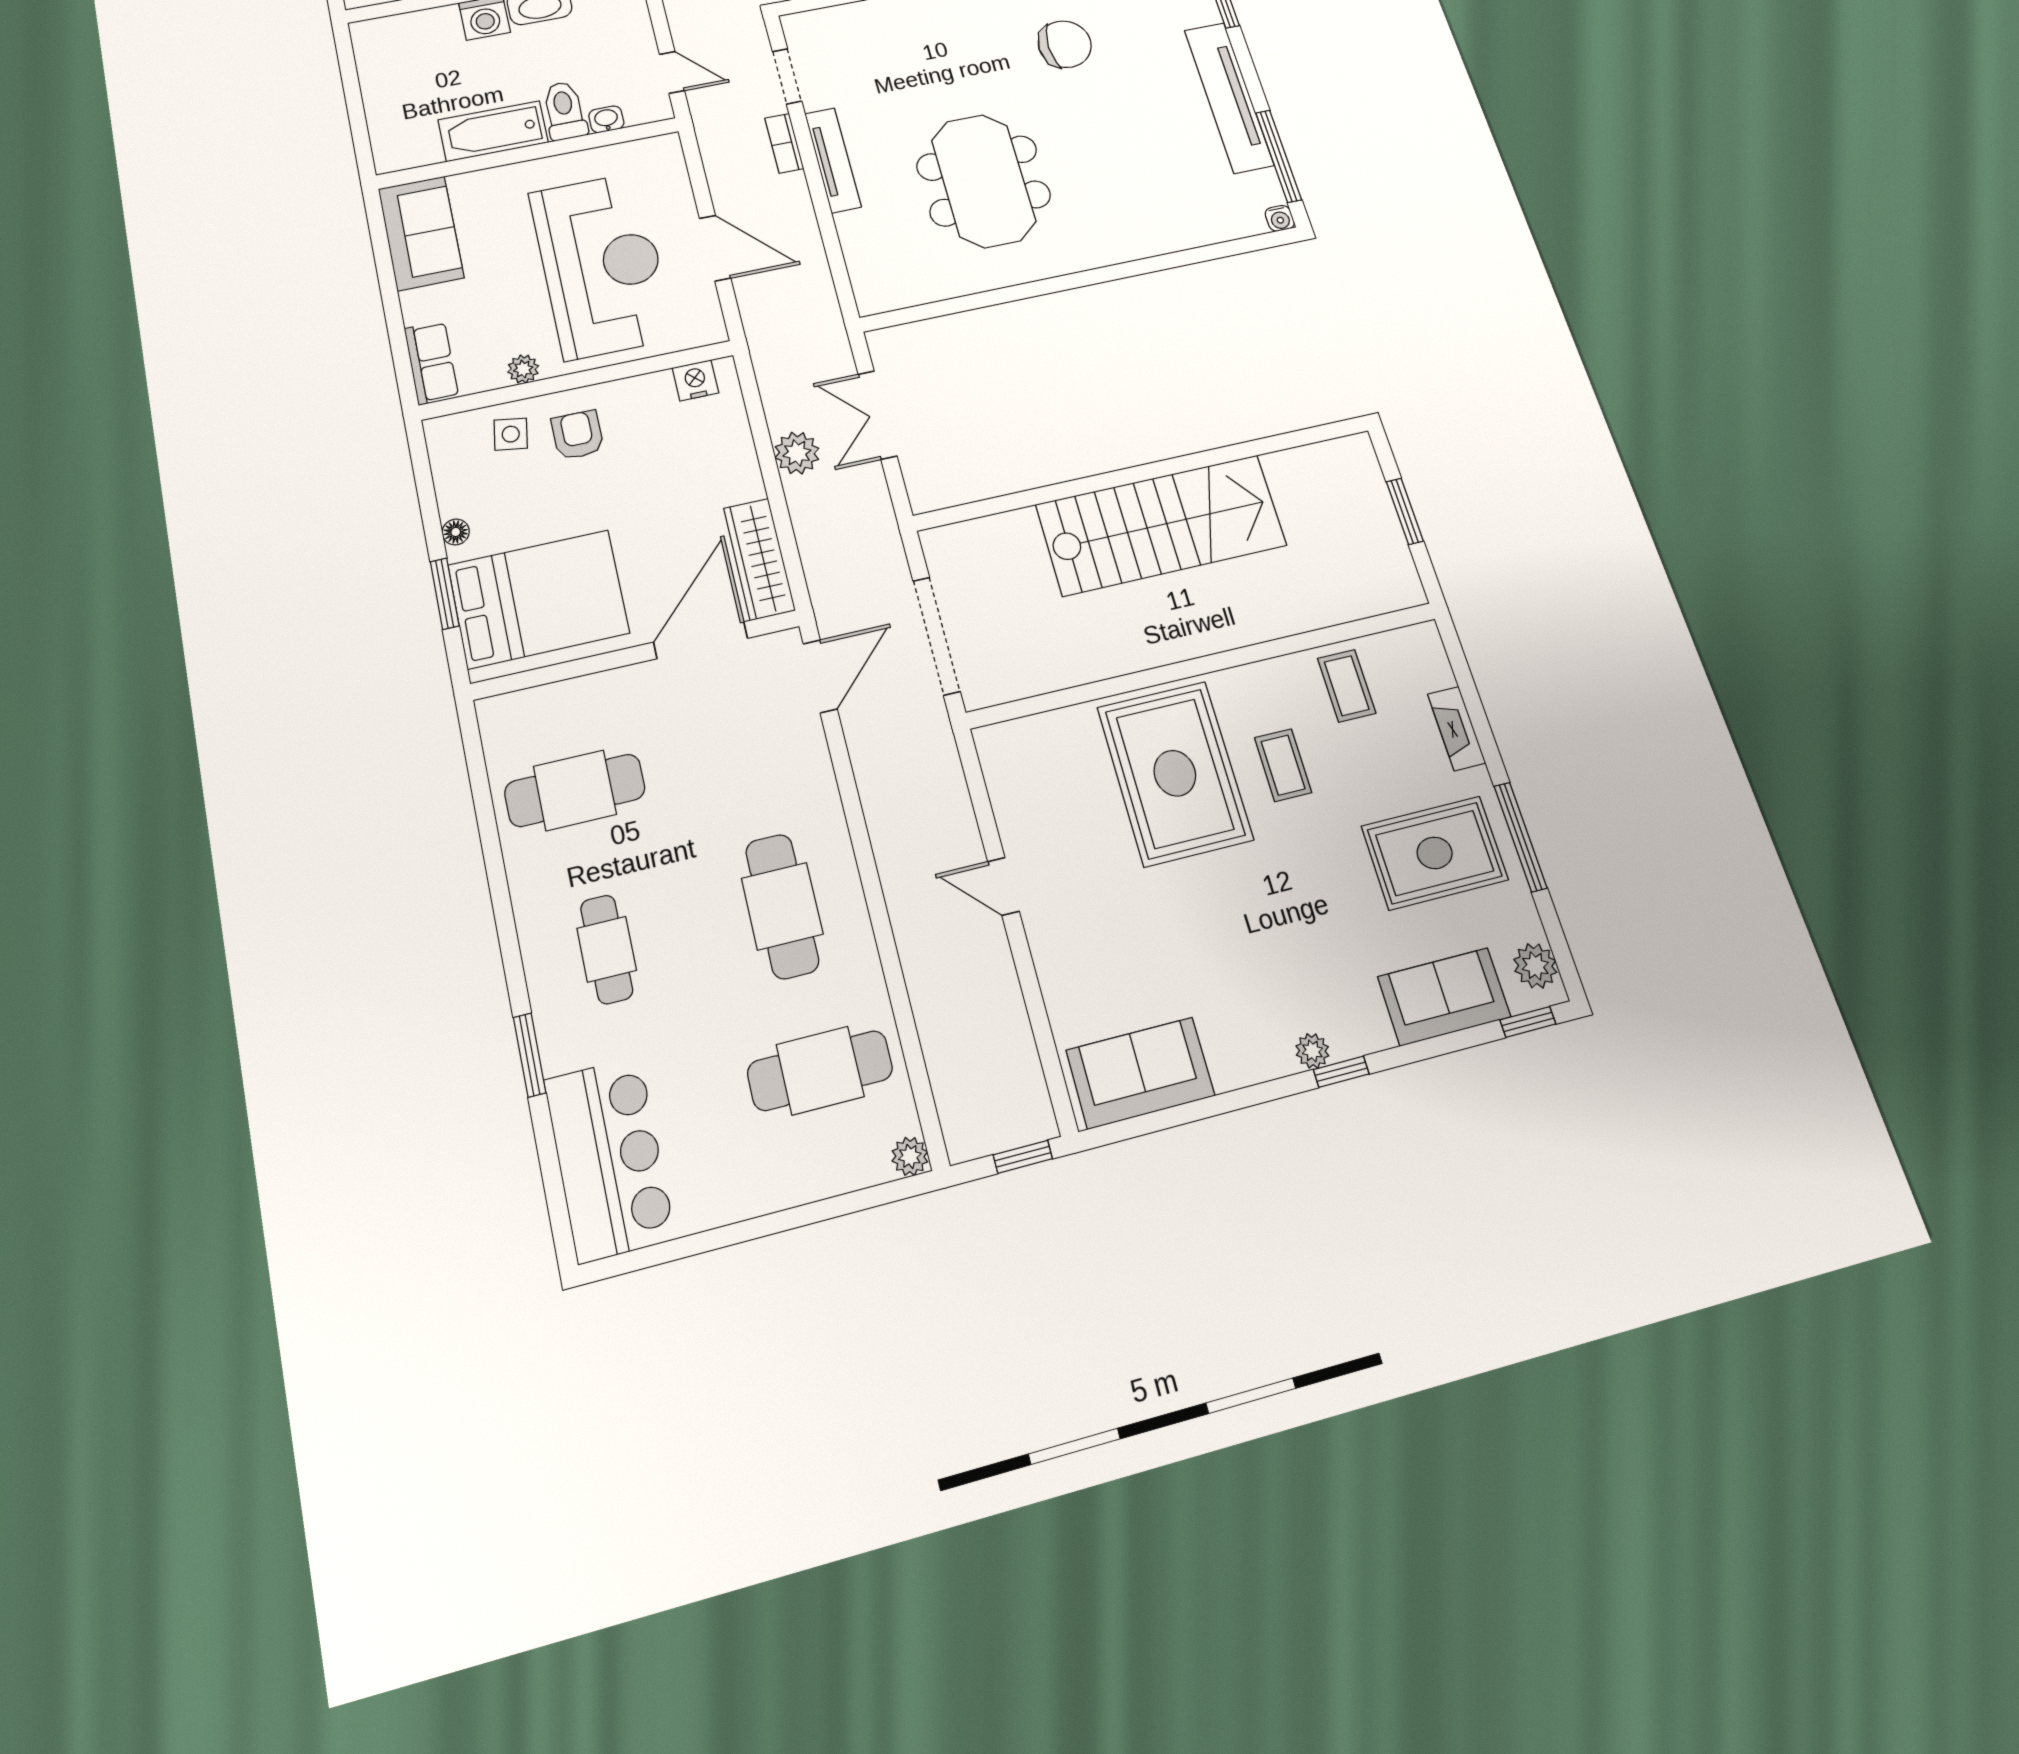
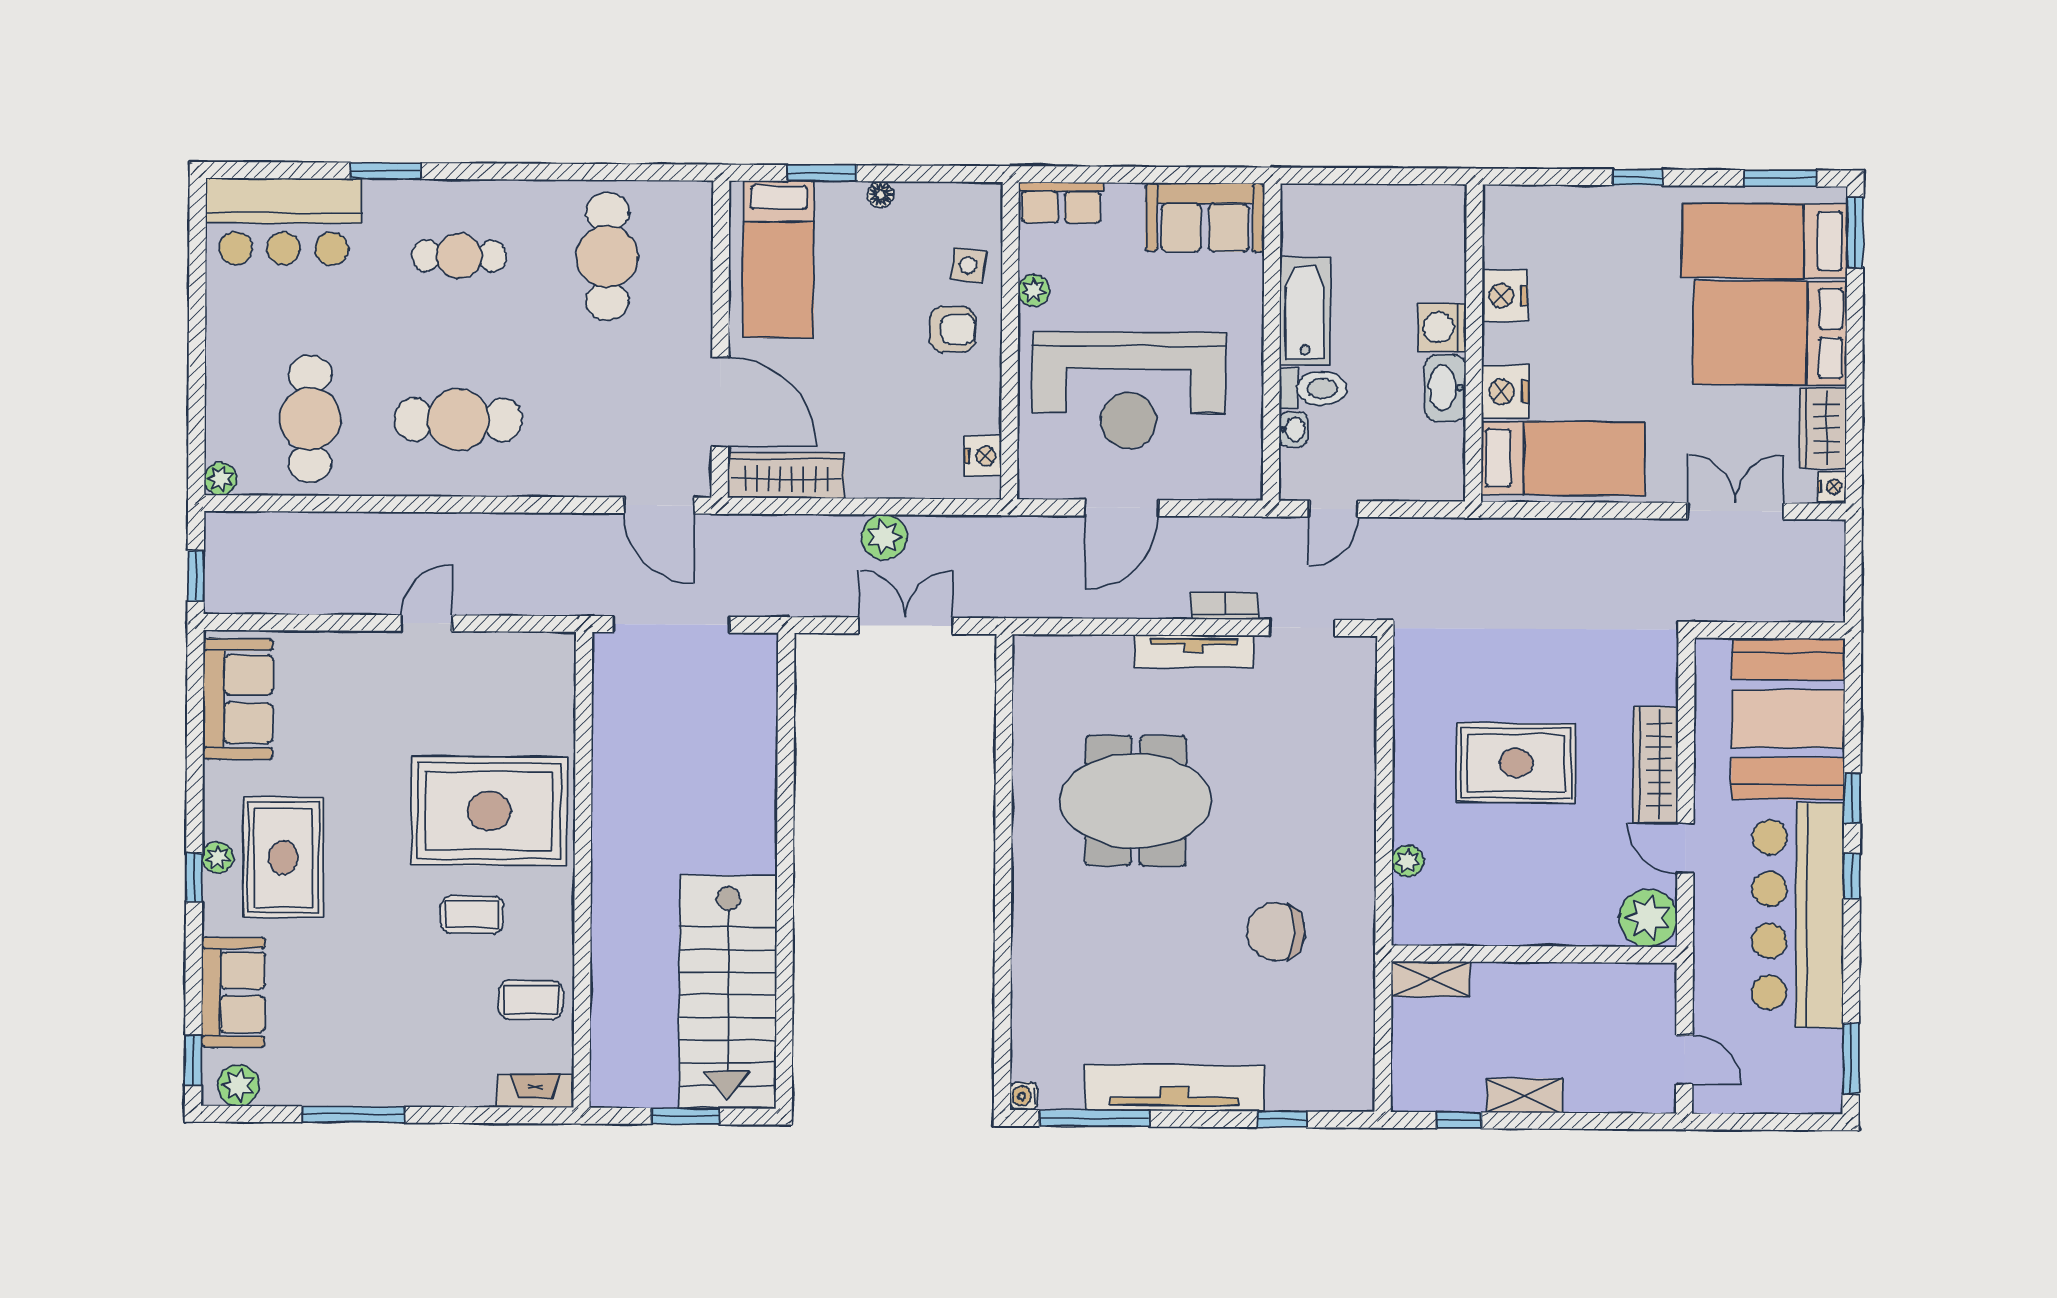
chair: (1065, 44) -> (1276, 932), turned 90
stairs: (1161, 525) -> (728, 992), moved
bed: (539, 599) -> (778, 259), width x0.67
fireplace: (1457, 728) -> (535, 1091), moved
rug: (1435, 853) -> (284, 857), moved

